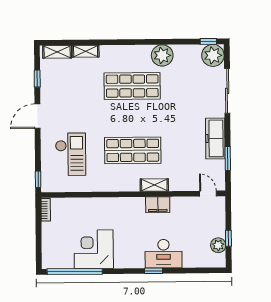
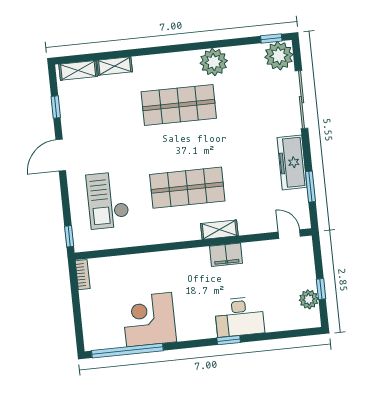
checkout: (71, 154) -> (108, 200), turned 180

